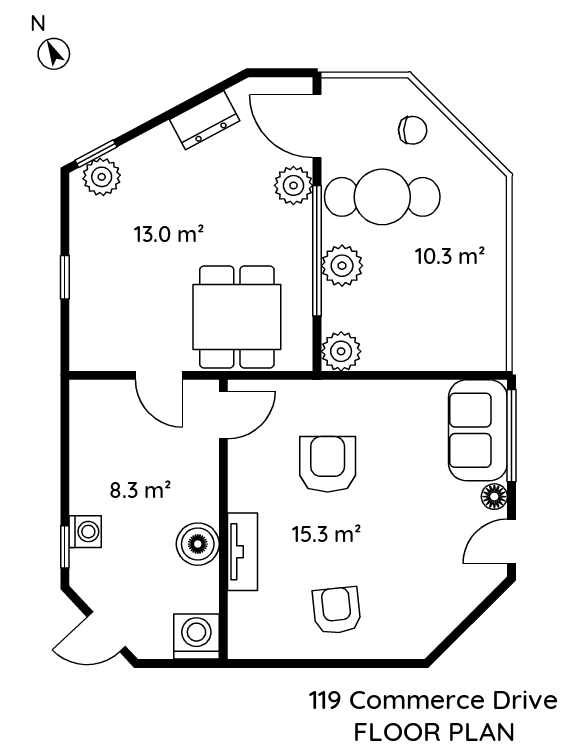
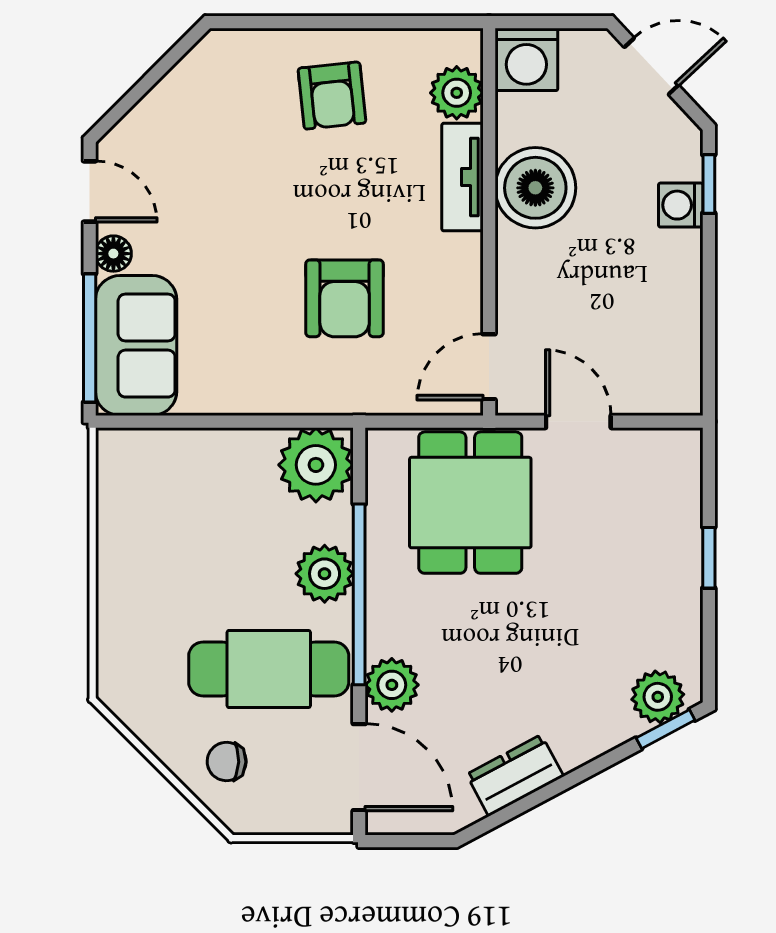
plant: (341, 351) -> (316, 465), width x1.36, depth x1.36
door: (511, 541) -> (90, 191), hinge flipped
boiler: (198, 544) -> (535, 188), width x1.37, depth x1.37
plant: (247, 613) -> (457, 93), added

